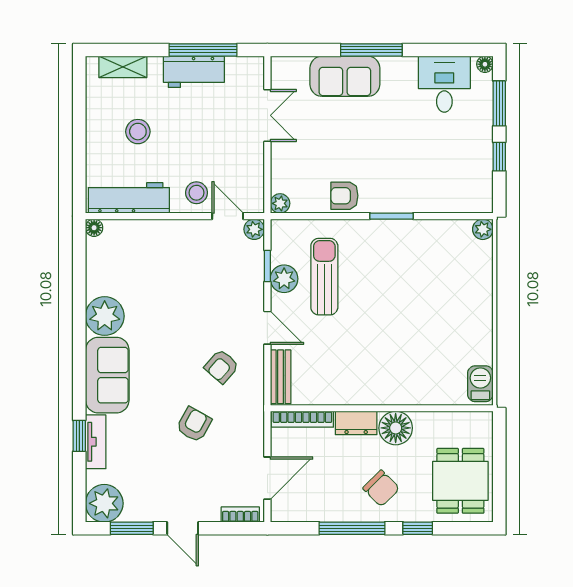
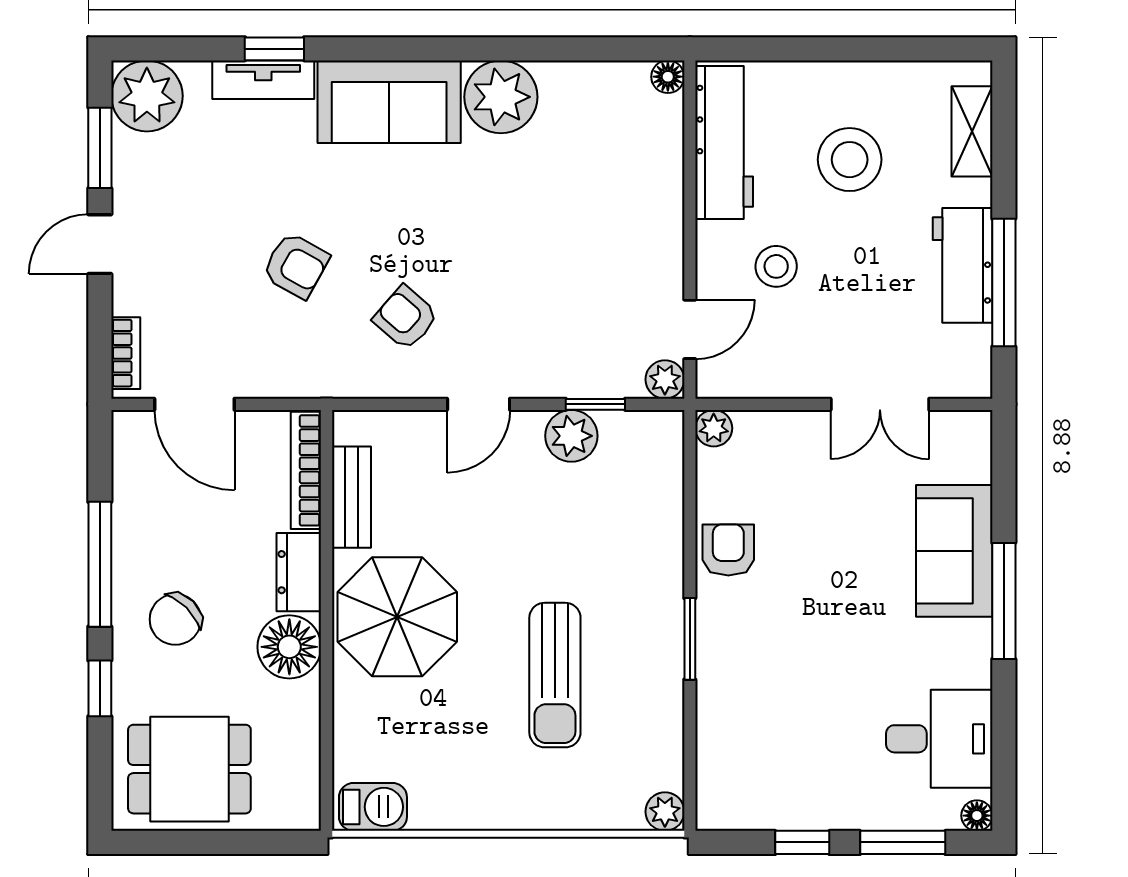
stool: (138, 132) -> (850, 160), width x1.38, depth x1.38
stool: (197, 193) -> (776, 266), moved
sun lounger: (324, 277) -> (555, 675), moved, turned 90
parasol: (380, 371) -> (397, 617), added
bench: (281, 377) -> (351, 497), moved, turned 90

